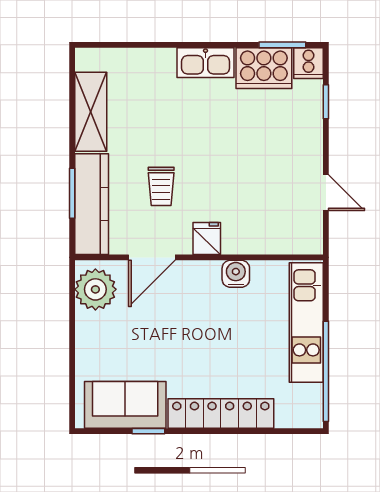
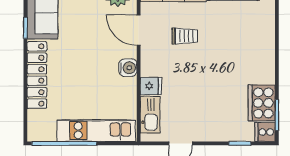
kitchen sink: (206, 63) -> (150, 115), moved, turned 180
trolley: (161, 186) -> (185, 36), turned 180
fridge: (207, 238) -> (151, 86), moved
water cooler: (236, 274) -> (128, 68), moved

